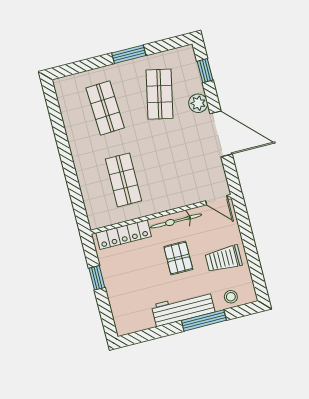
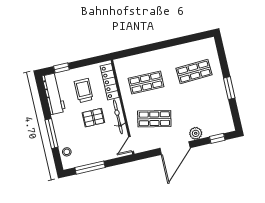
shop shelf: (159, 94) -> (154, 119), moved
trolley: (224, 259) -> (84, 90), moved
window: (254, 261) -> (90, 168), added
window: (97, 278) -> (61, 68), moved
workbench: (183, 309) -> (54, 94), moved

